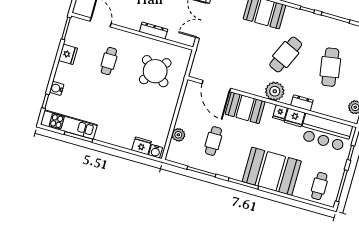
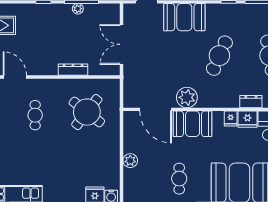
plant: (275, 91) -> (187, 97), moved
plant: (178, 135) -> (130, 161), moved
cafe table: (213, 141) -> (179, 179), moved

